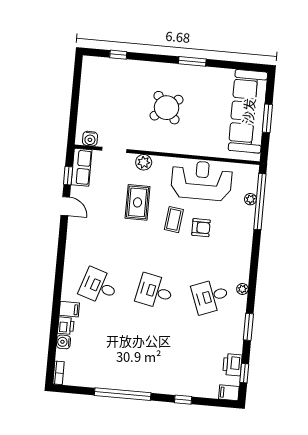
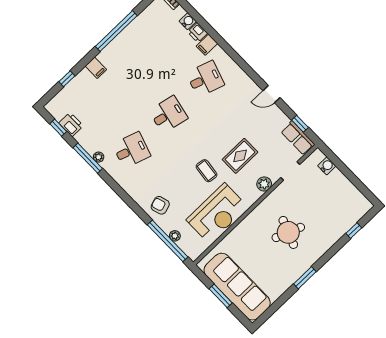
round table: (167, 108) -> (288, 232), turned -30
water cooler: (90, 139) -> (327, 166), moved, turned 90
rug: (138, 202) -> (240, 156), turned 90
door: (65, 206) -> (271, 94), moved
armchair: (201, 228) -> (160, 205), moved, turned 73
plant: (242, 289) -> (99, 157), moved
desk: (210, 296) -> (131, 150), turned 39
window: (248, 327) -> (88, 158), width x1.44
filing cabinet: (229, 393) -> (96, 68), moved, turned 90
window: (183, 400) -> (67, 79), moved

